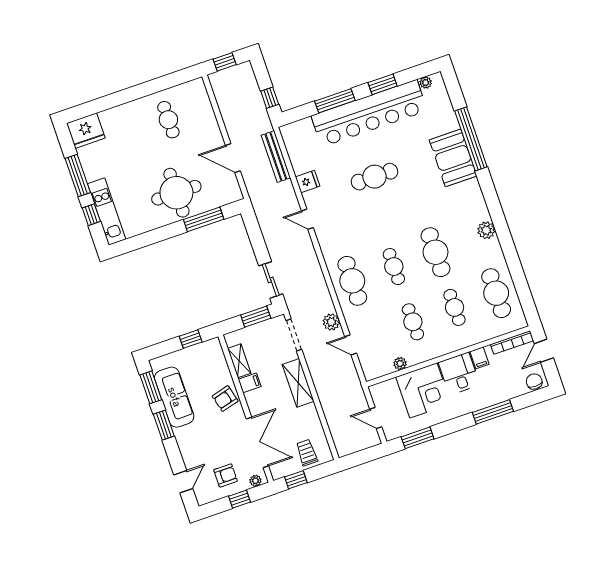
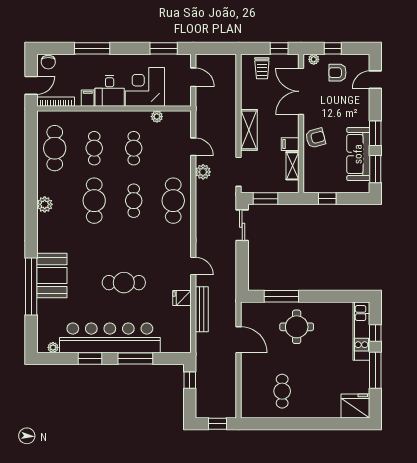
bench: (276, 156) -> (202, 309), moved
round table: (176, 193) -> (297, 327), width x0.73, depth x0.73

